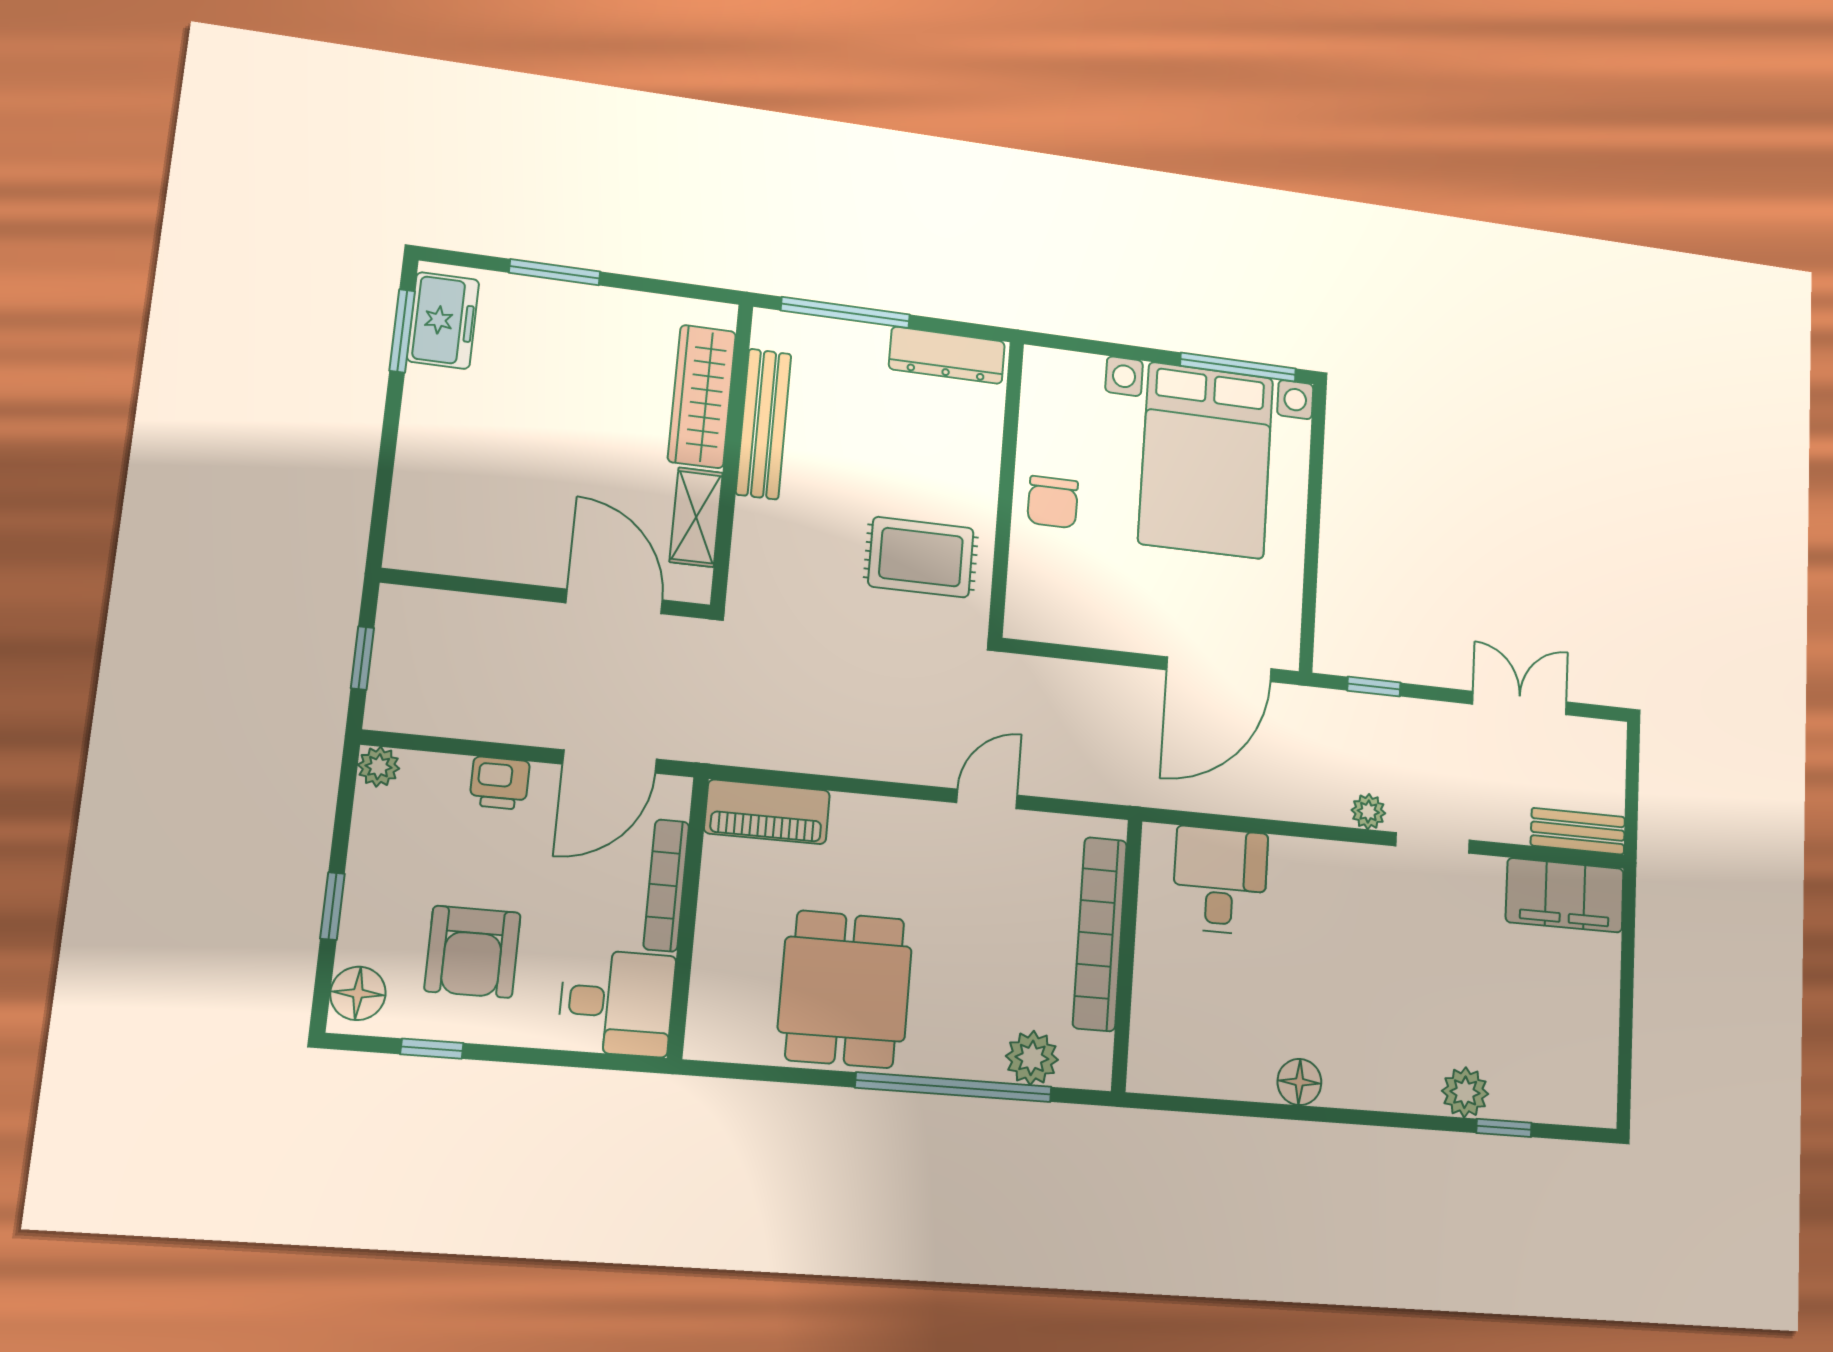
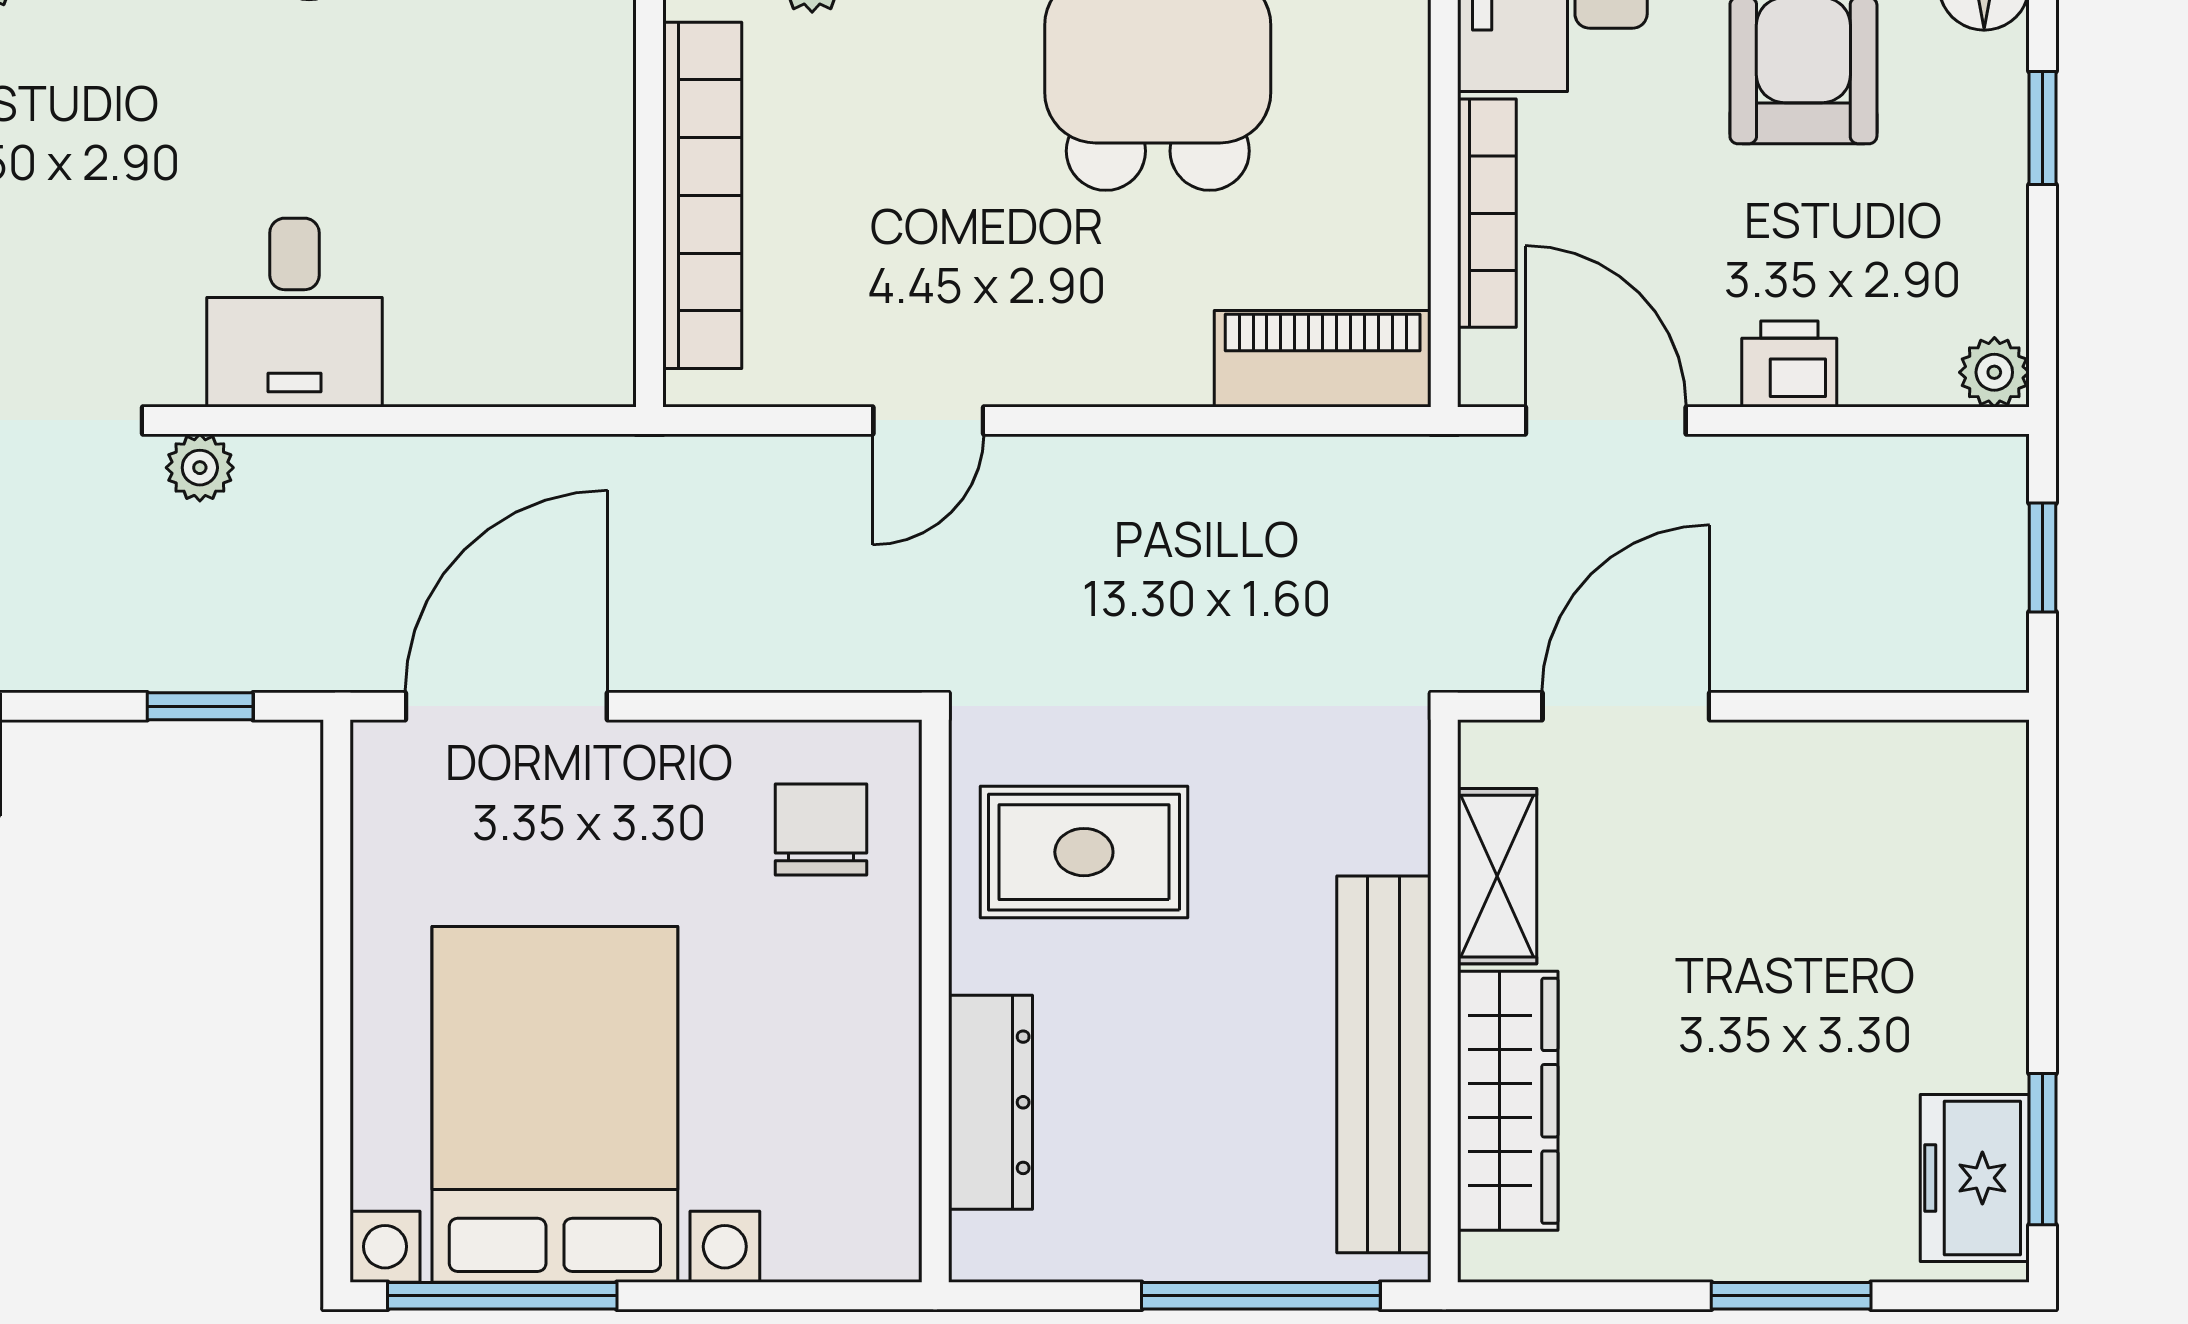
dresser: (947, 355) -> (990, 1102), moved, turned 90
bench: (764, 424) -> (1384, 1064), width x1.37, depth x1.21
chair: (1053, 502) -> (821, 830), moved
door: (614, 601) -> (1626, 706), swing flipped
door: (610, 762) -> (1606, 420), hinge flipped
desk: (1220, 880) -> (295, 313), moved

